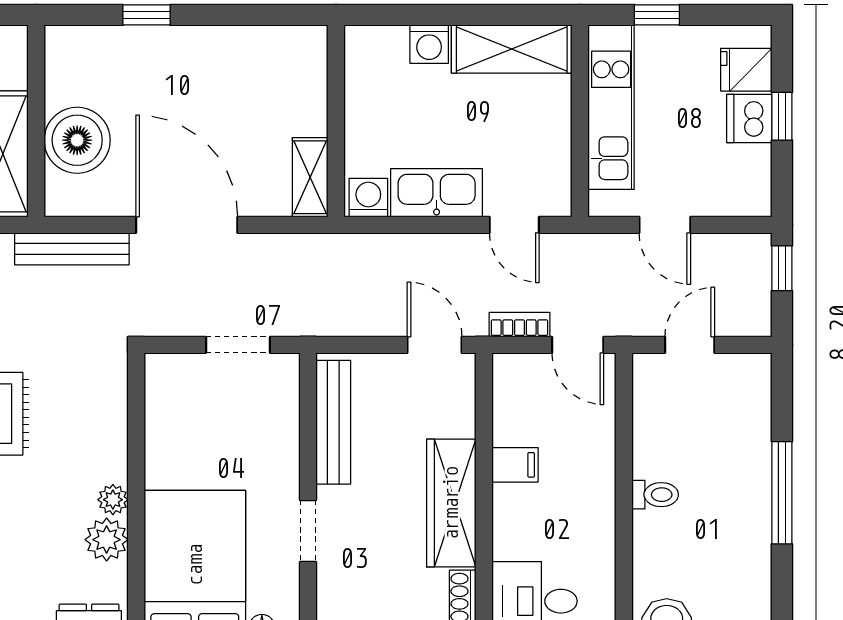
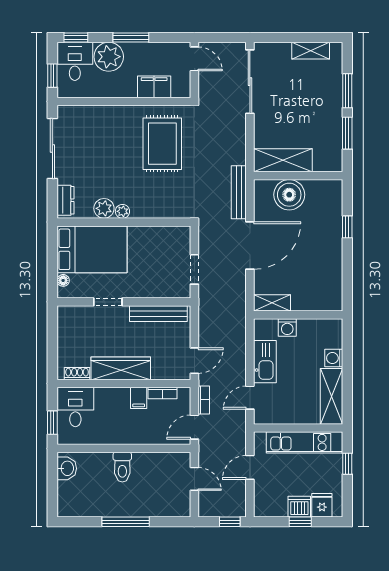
washing machine: (368, 198) -> (287, 327), moved, turned 90
bookcase: (504, 413) -> (163, 393), added
toilet: (655, 495) -> (122, 467), width x1.37, depth x1.39

